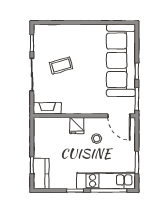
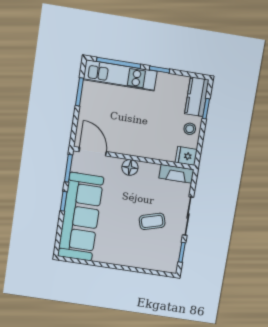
floor lamp: (87, 108) -> (130, 167), added
fridge: (77, 126) -> (186, 156), moved, turned -90
stool: (97, 139) -> (190, 129), moved

